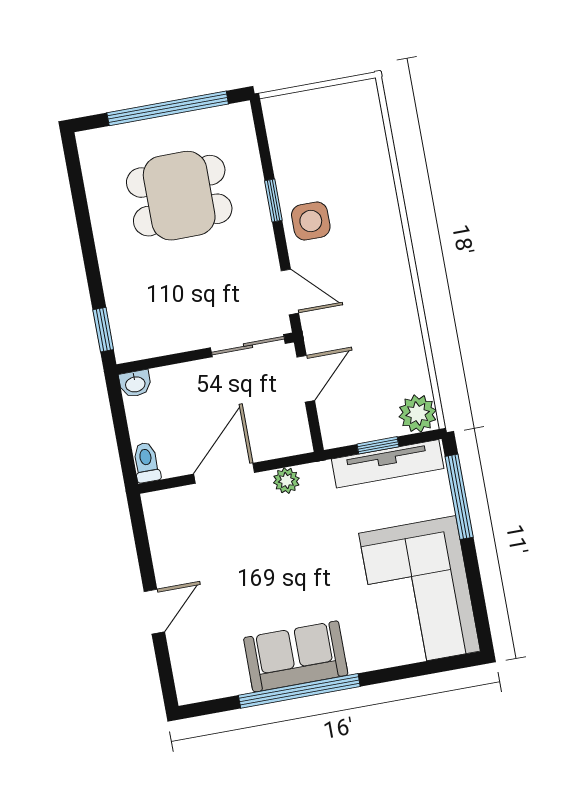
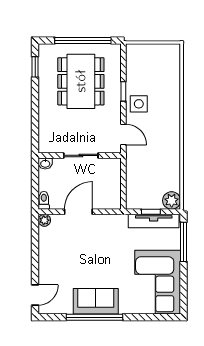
dining table: (179, 196) -> (81, 81), width x1.38
window: (103, 330) -> (35, 67), moved
sliding door: (248, 346) -> (81, 155), moved
door: (306, 379) -> (123, 175), removed
plant: (286, 481) -> (44, 220), moved
door: (154, 612) -> (35, 295), moved

